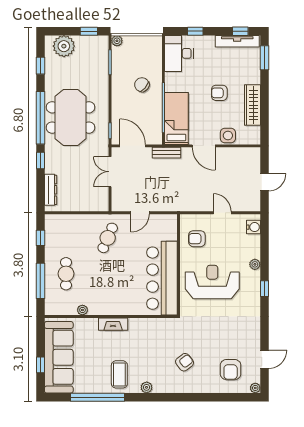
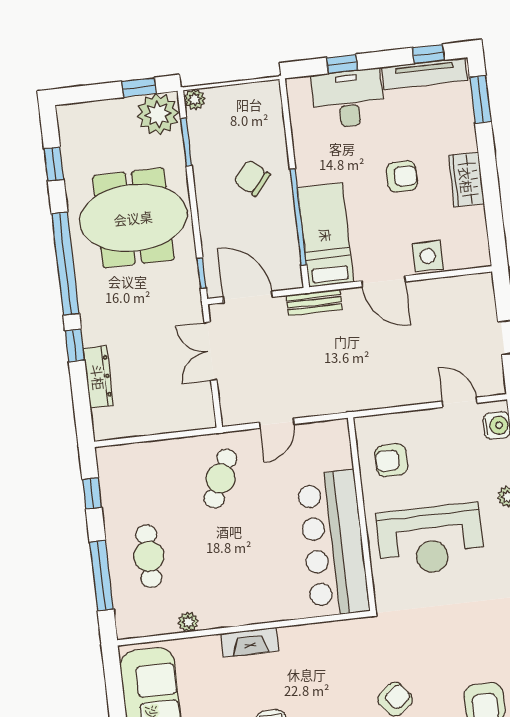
plant: (64, 46) -> (158, 114), moved
desk: (179, 53) -> (348, 99), moved, turned 90
armchair: (219, 93) -> (402, 176), turned 180
wardrobe: (252, 105) -> (466, 180), width x0.67
meeting table: (71, 117) -> (133, 218), moved, turned 90
dresser: (51, 190) -> (98, 377), moved
door: (222, 213) -> (459, 402), moved
reception desk: (212, 282) -> (430, 540), turned 180

